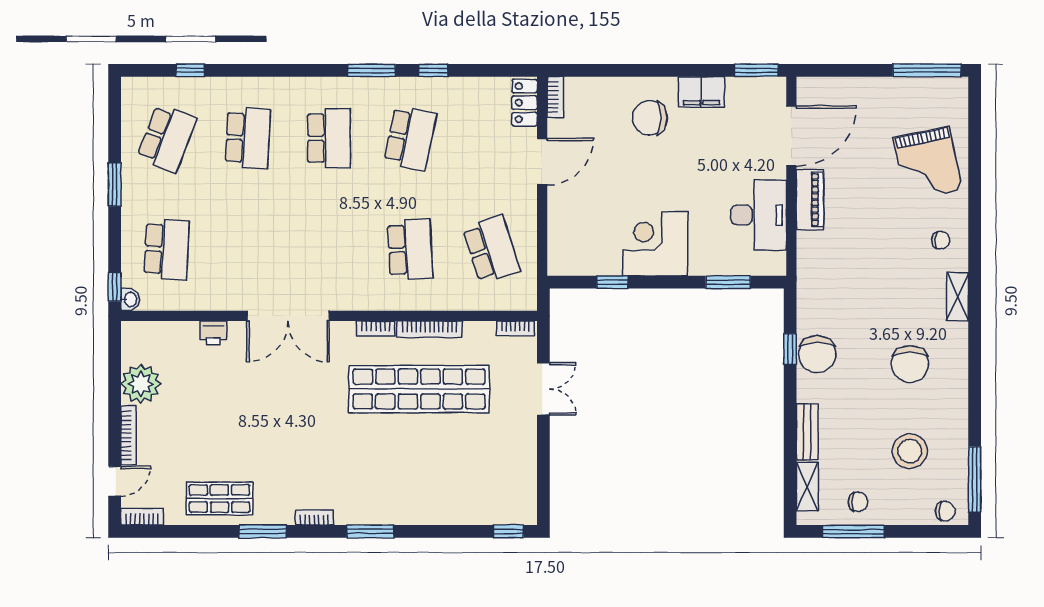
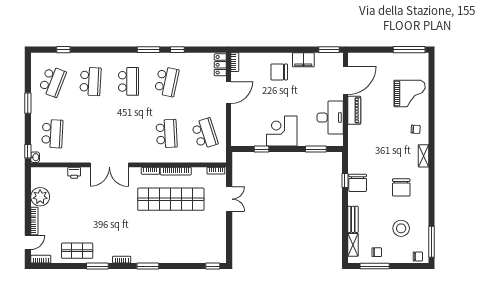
grand piano: (928, 164) -> (410, 93), turned -78

